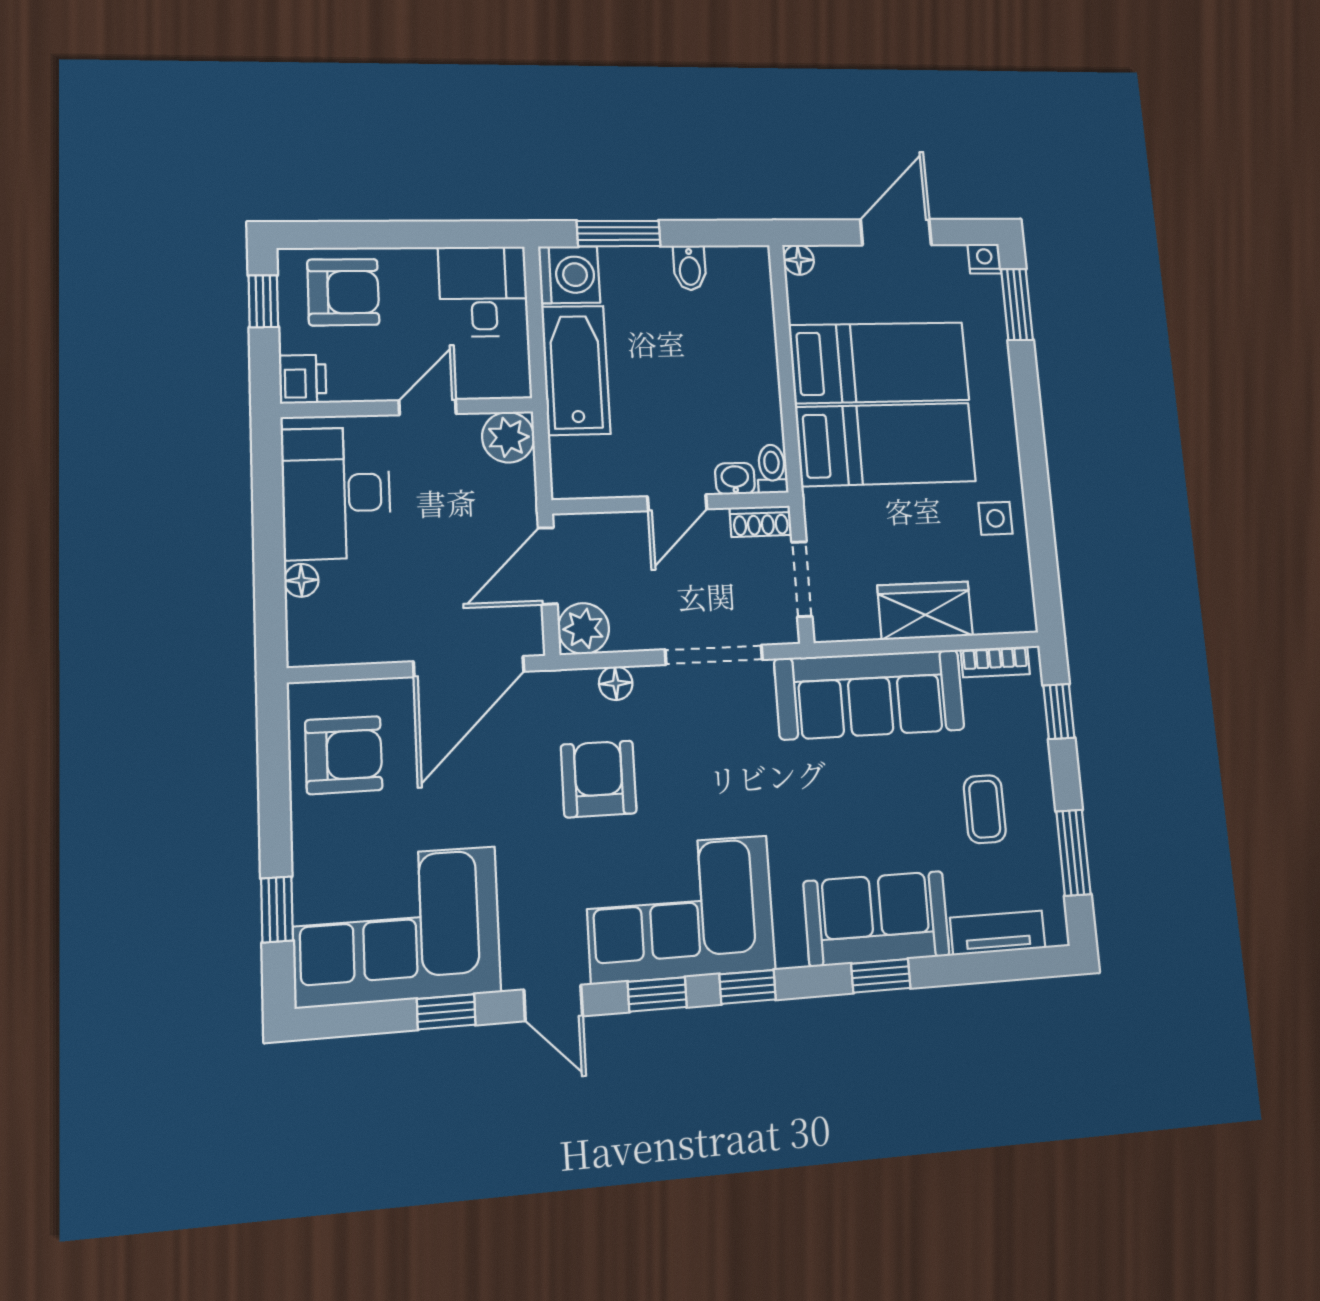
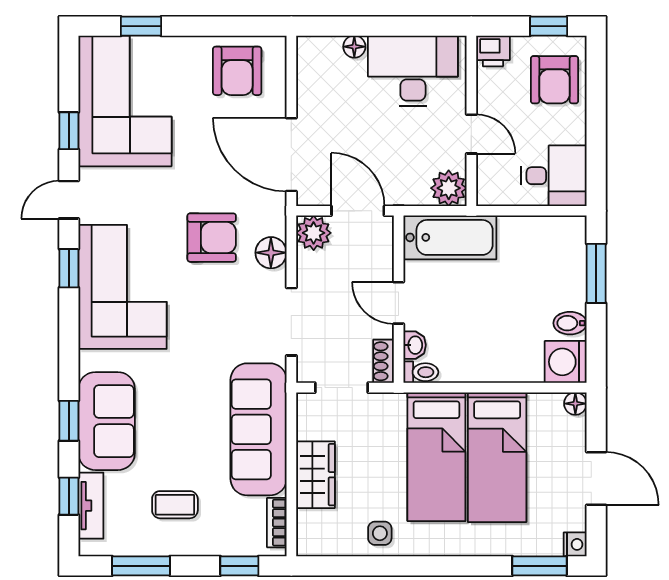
washing machine: (569, 275) -> (566, 362), moved, turned 90
bathtub: (576, 370) -> (450, 237), moved
floor lamp: (616, 683) -> (271, 253), width x1.37, depth x1.37
window: (748, 987) -> (69, 496), moved

